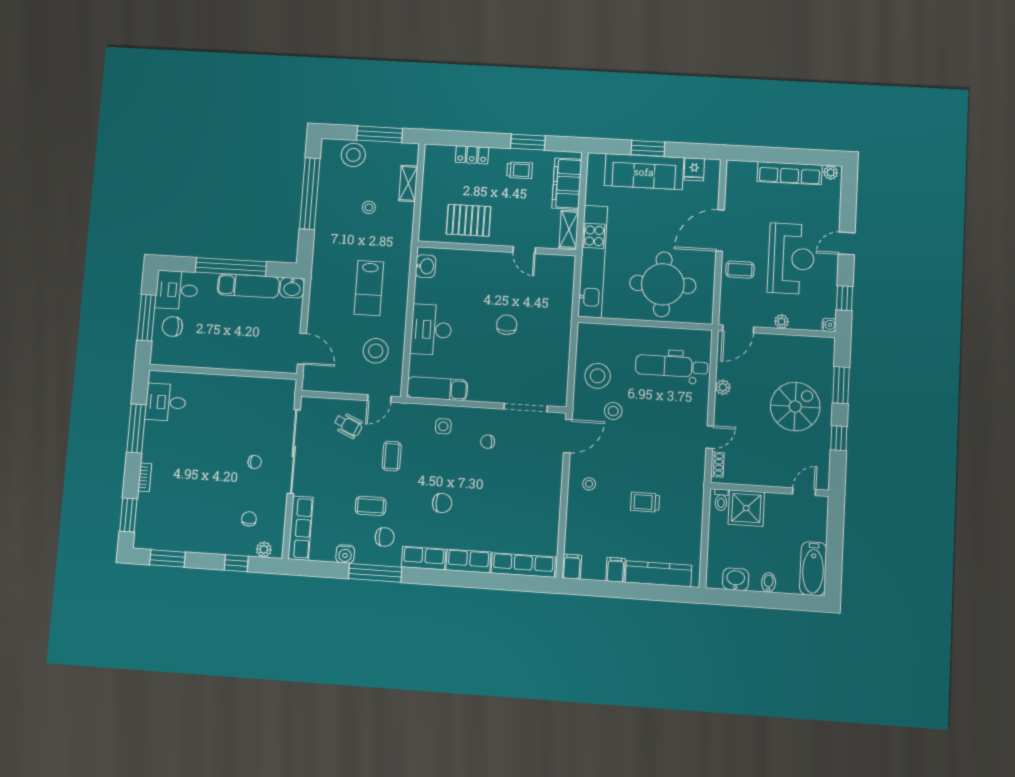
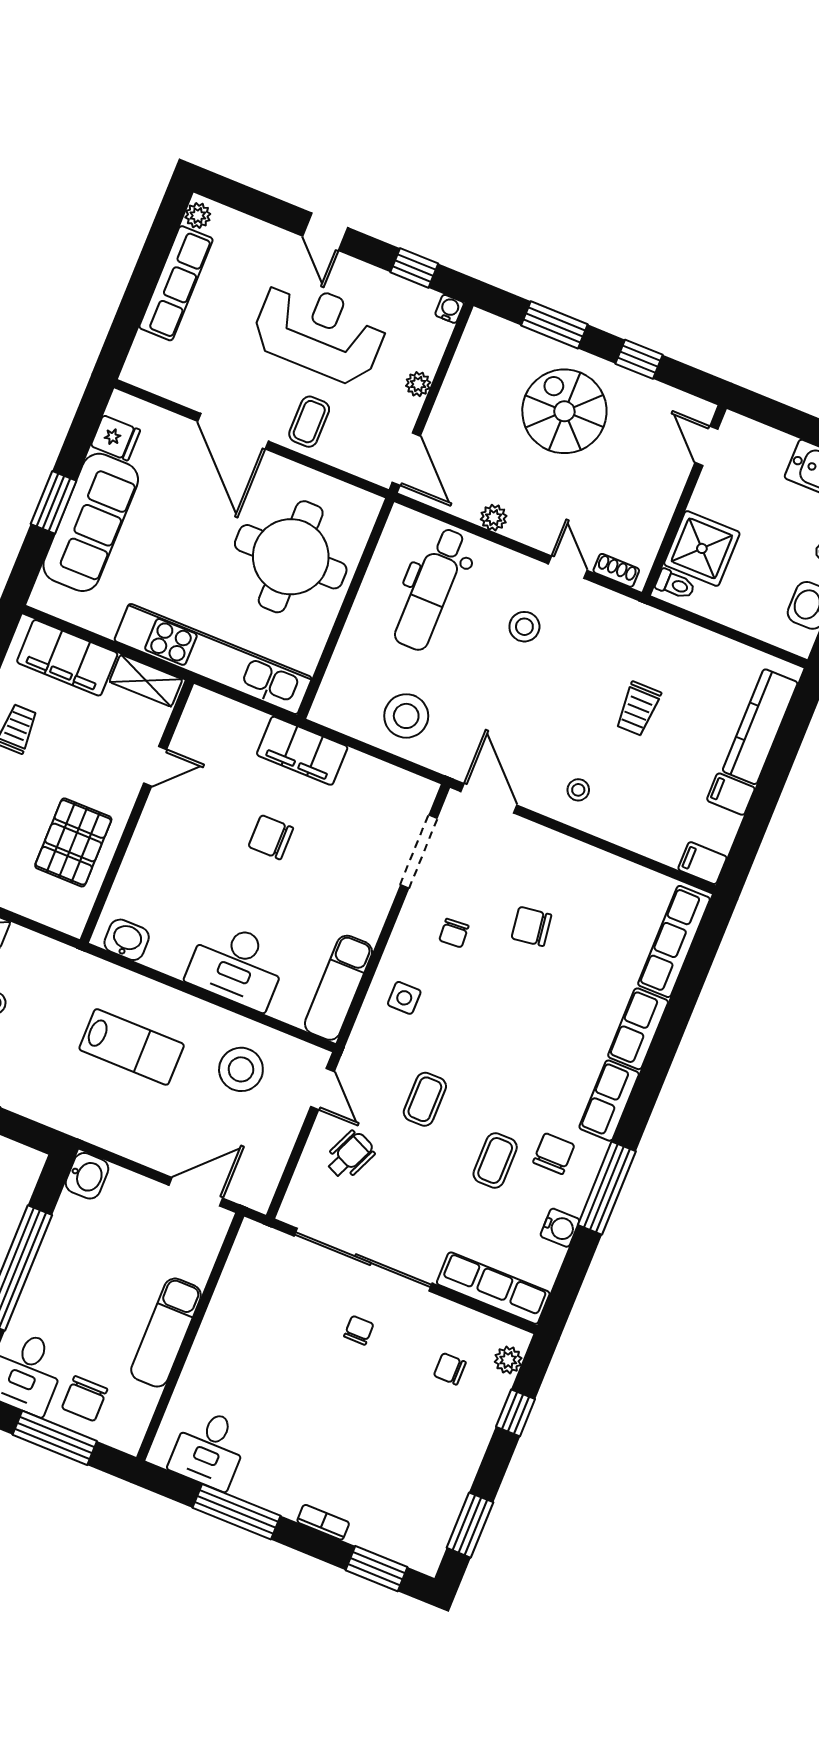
exam couch: (248, 286) -> (166, 1333), moved, turned 180
filing cabinet: (559, 326) -> (302, 751), added
stool: (613, 411) -> (524, 627), moved
coffee table: (392, 456) -> (425, 1099), turned 90
chair: (442, 503) -> (531, 926), moved, turned -98

